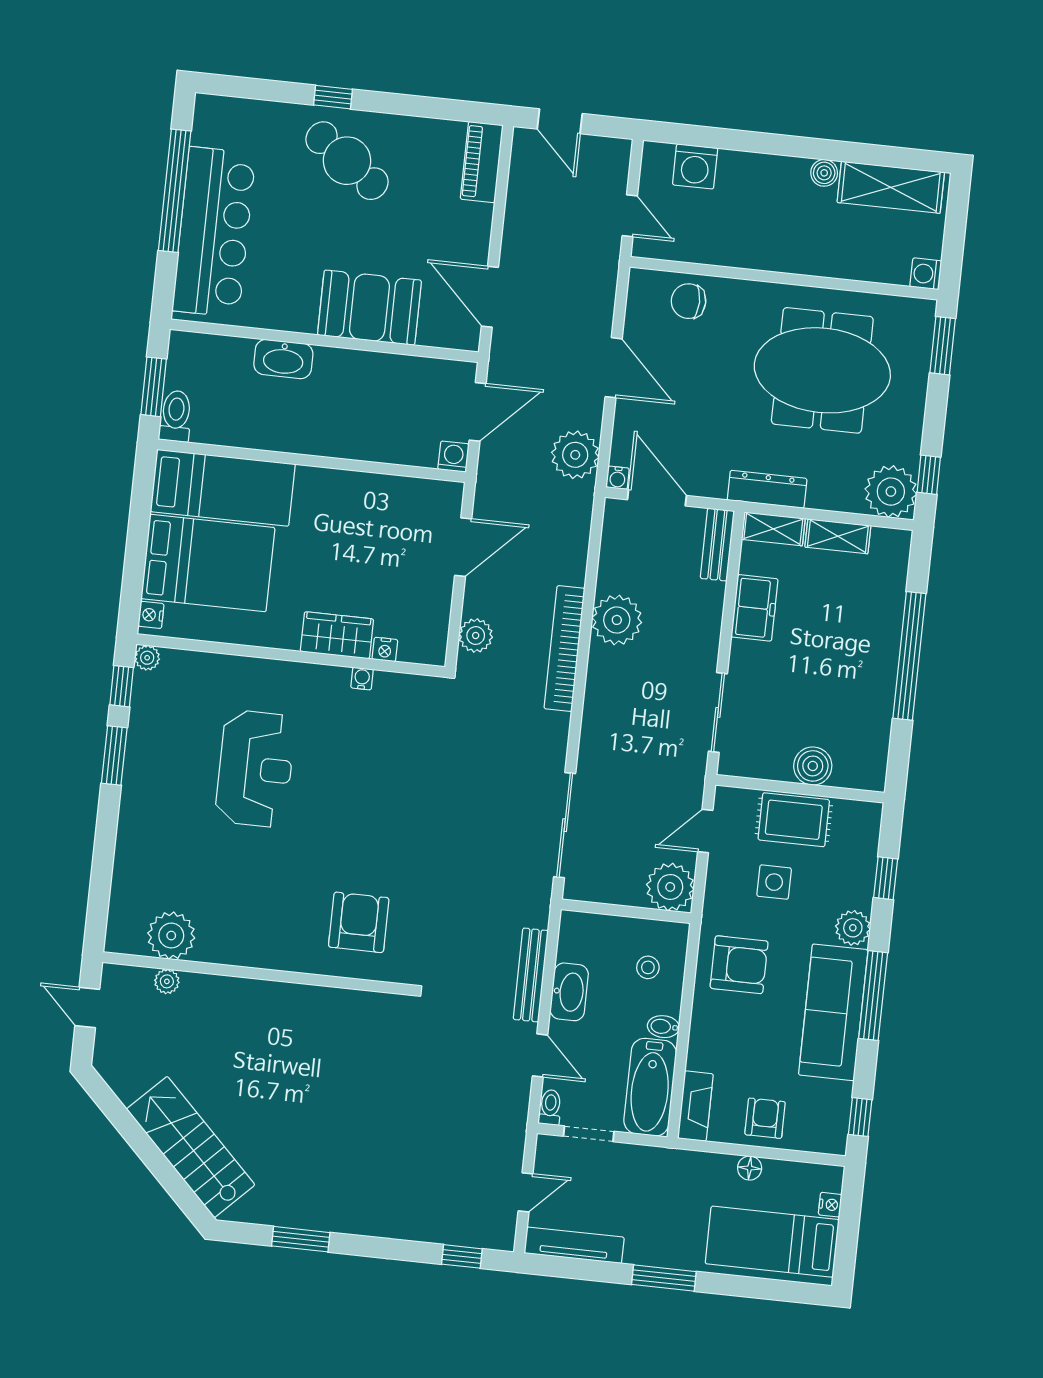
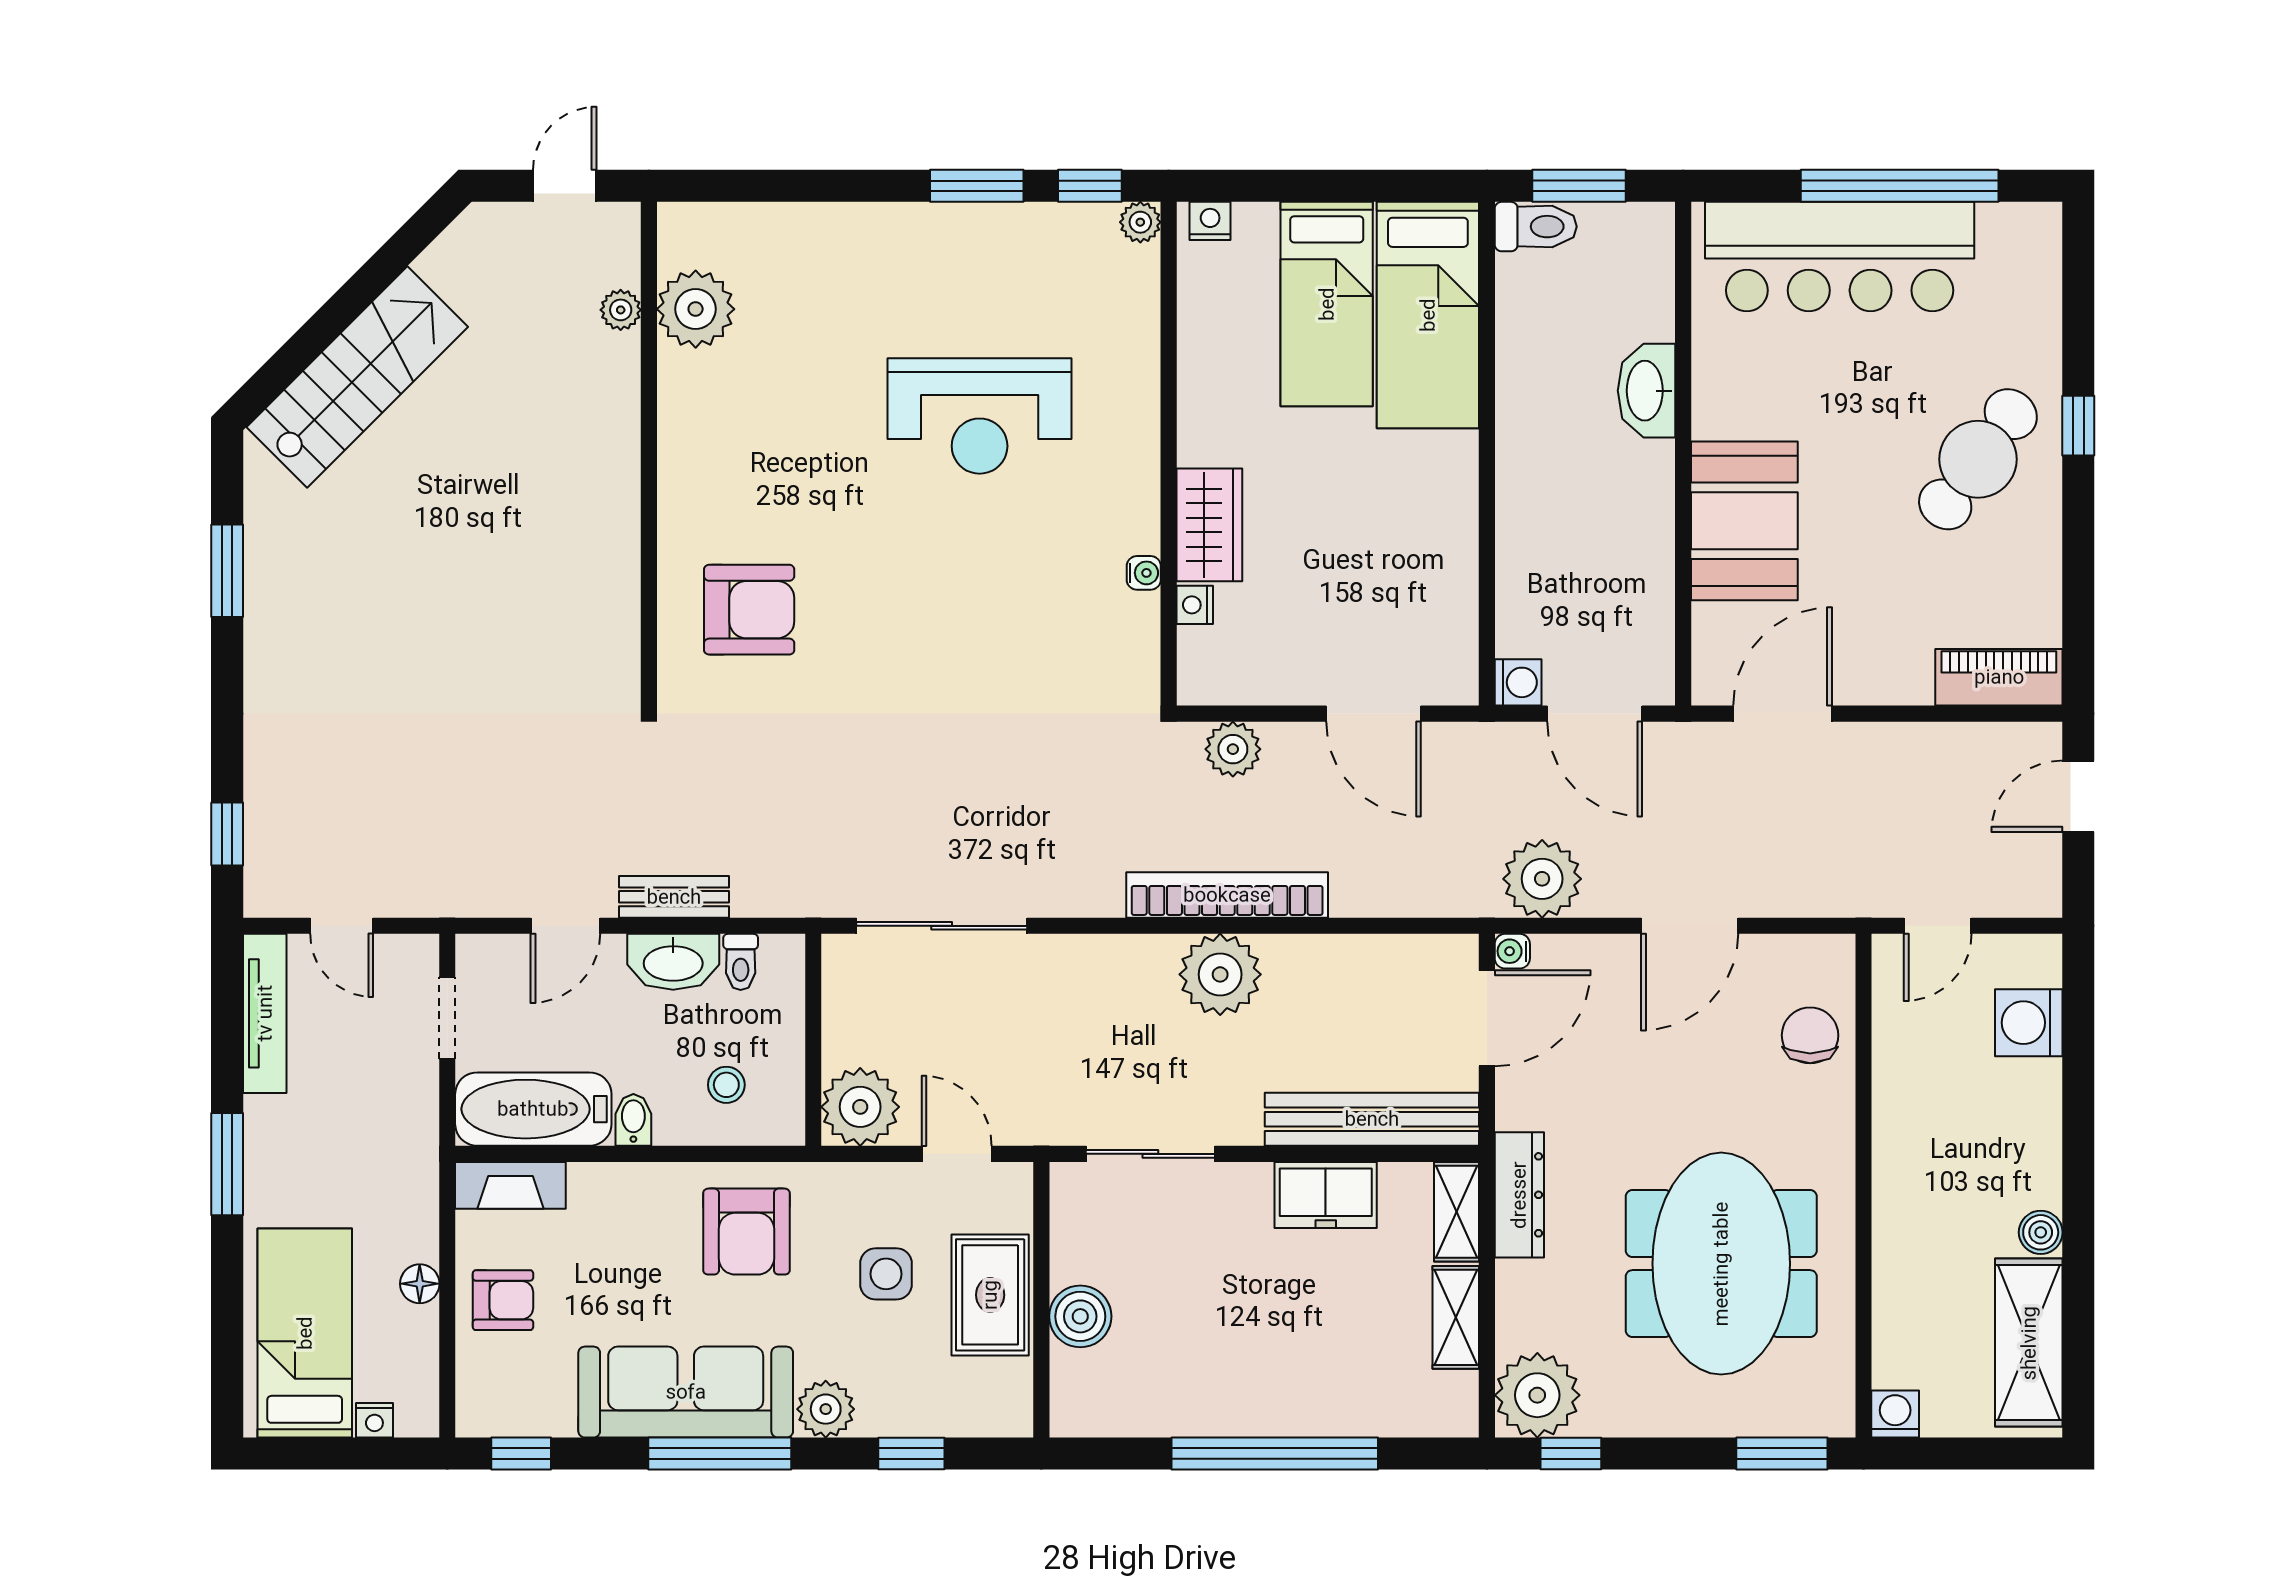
bench: (717, 545) -> (1372, 1119), width x1.86, depth x1.21
bed: (208, 563) -> (1327, 304), width x0.67
plant: (617, 620) -> (1220, 974), moved
bench: (531, 975) -> (674, 897), width x0.73
toilet: (550, 1107) -> (741, 962), moved, turned 90

